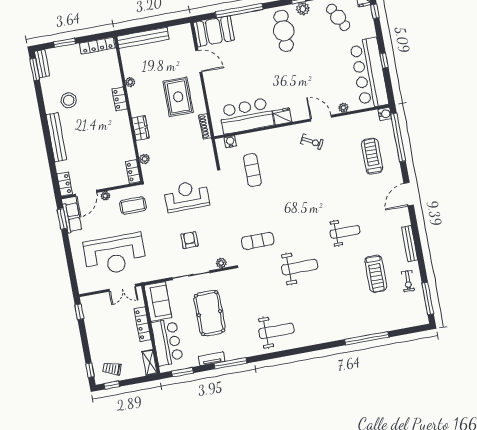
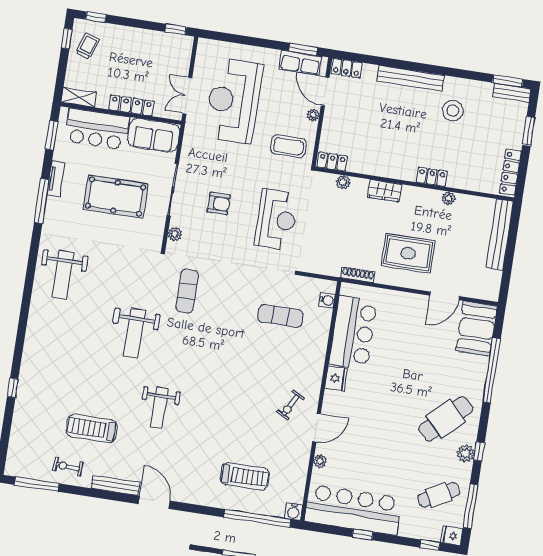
cafe table: (284, 31) -> (446, 419), turned -44
door: (409, 194) -> (154, 502), moved
coffee table: (133, 205) -> (288, 146), turned 90
window: (367, 338) -> (13, 388), width x0.32

